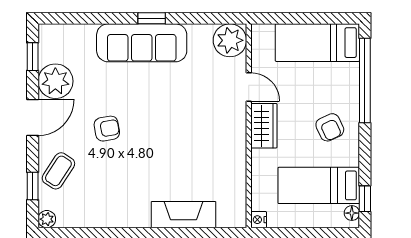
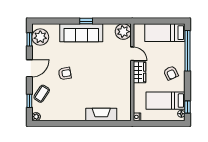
plant: (55, 81) -> (40, 37), moved

